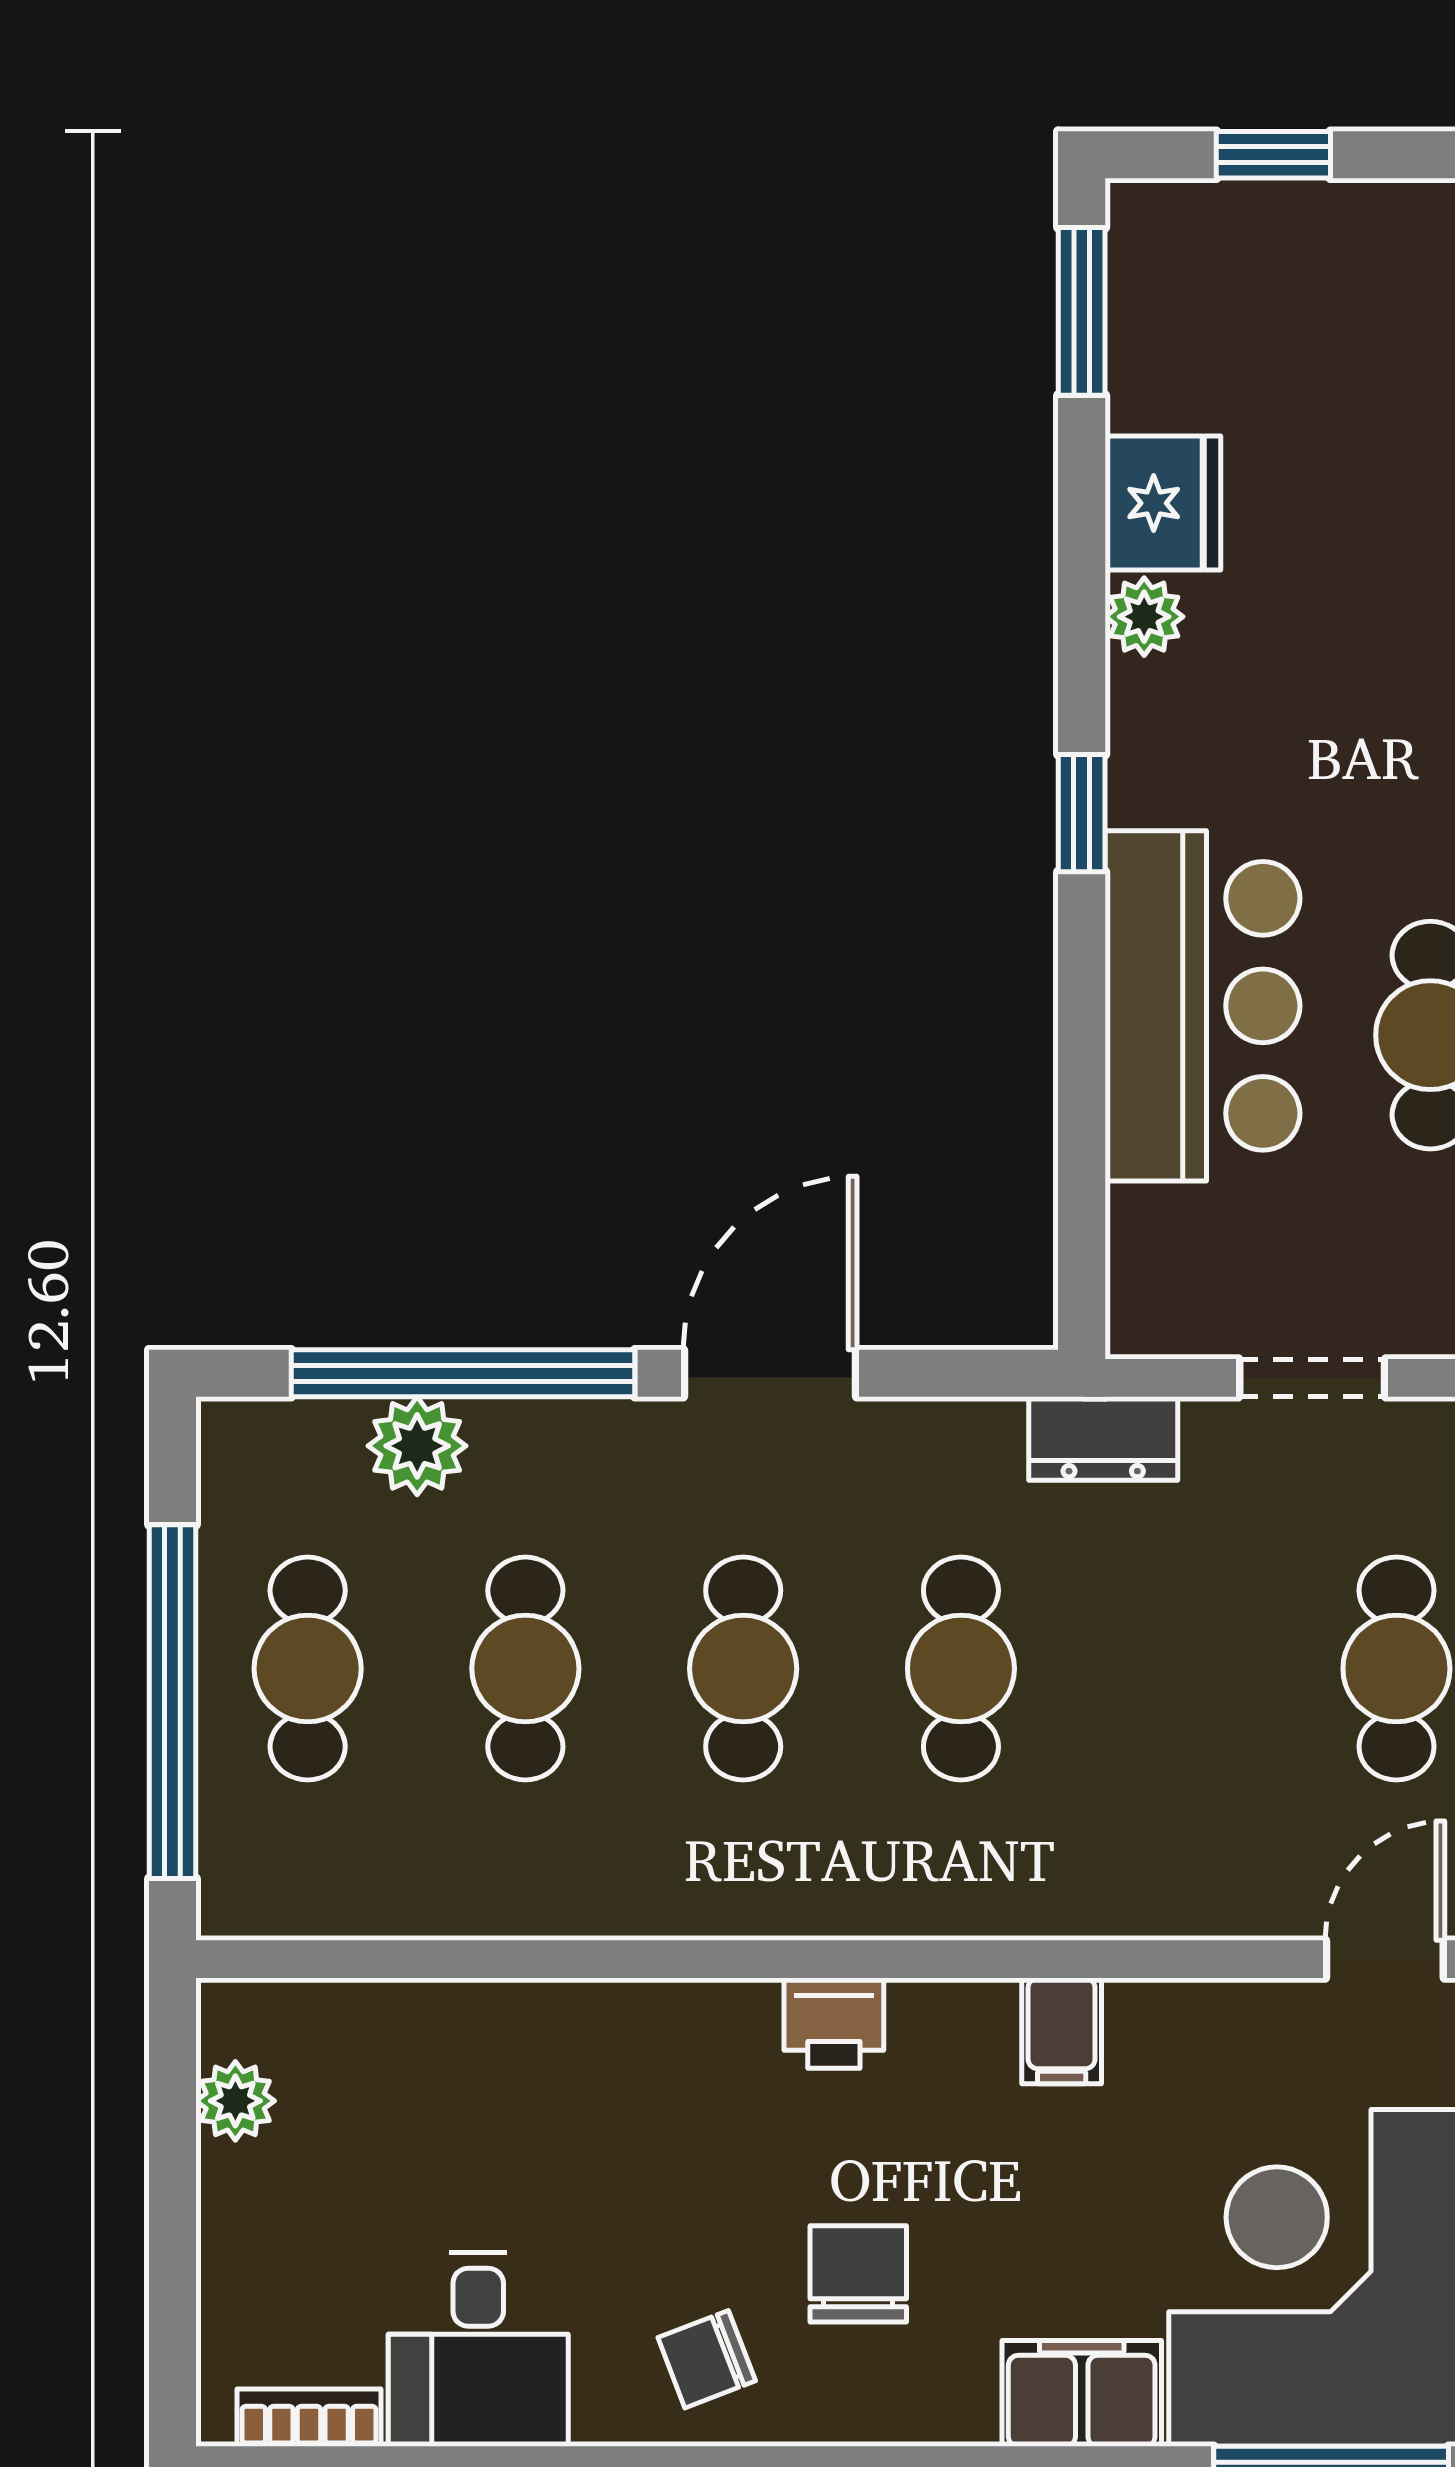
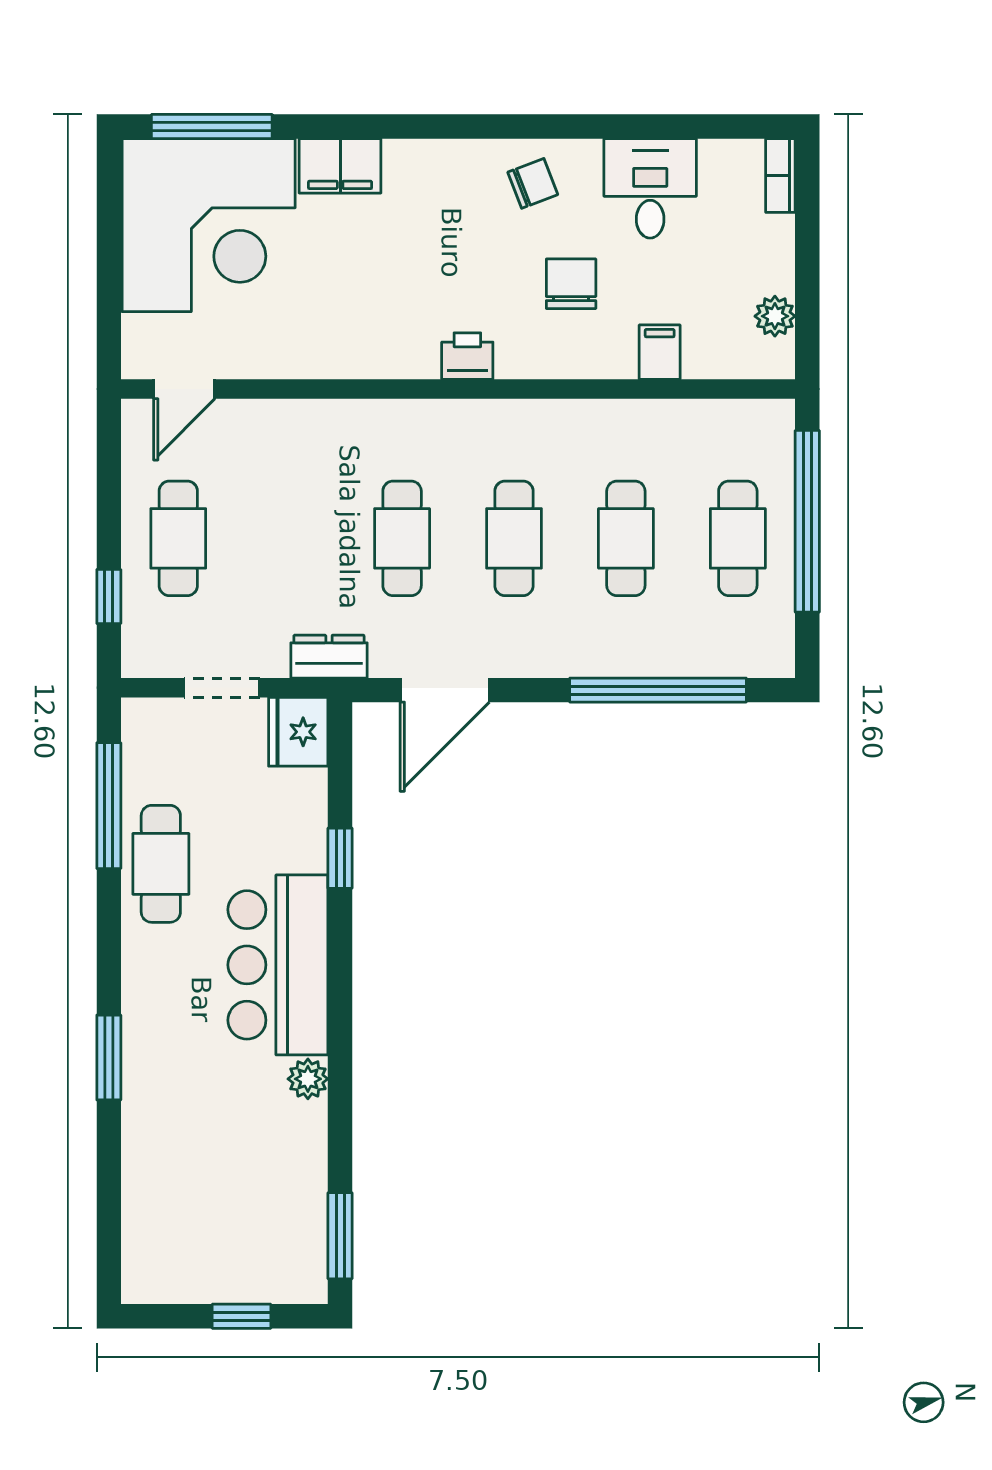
fridge: (1163, 503) -> (298, 732), moved
window: (1082, 813) -> (340, 858), moved
bar counter: (1202, 1006) -> (278, 965), moved
door: (770, 1373) -> (445, 690), moved
plant: (417, 1446) -> (682, 653), removed
filing cabinet: (1062, 2031) -> (660, 352), moved
chair: (858, 2274) -> (571, 284), moved, turned 180
bookcase: (309, 2418) -> (780, 175), moved, turned 90

